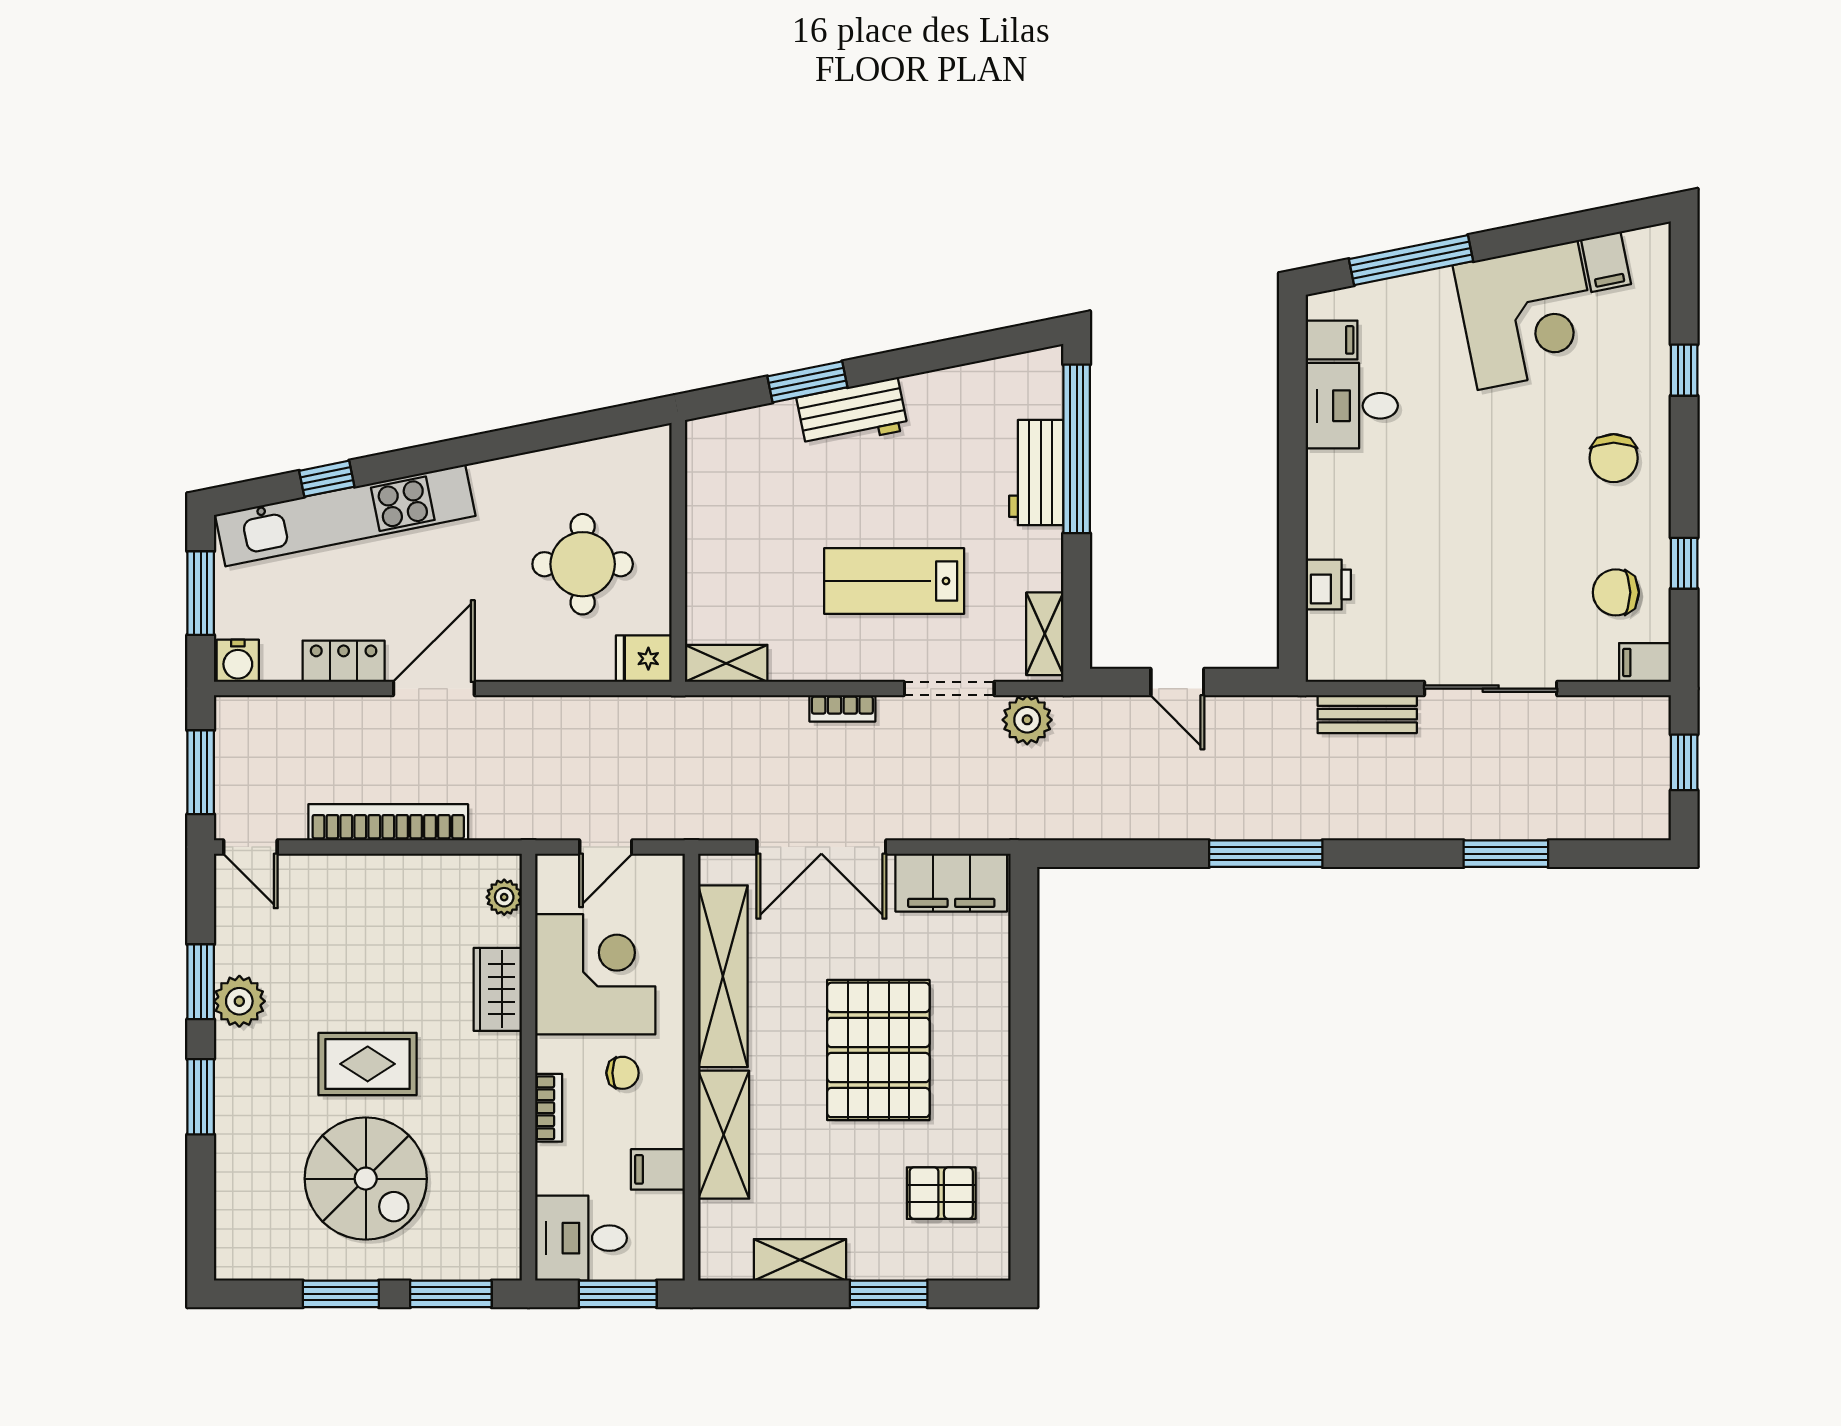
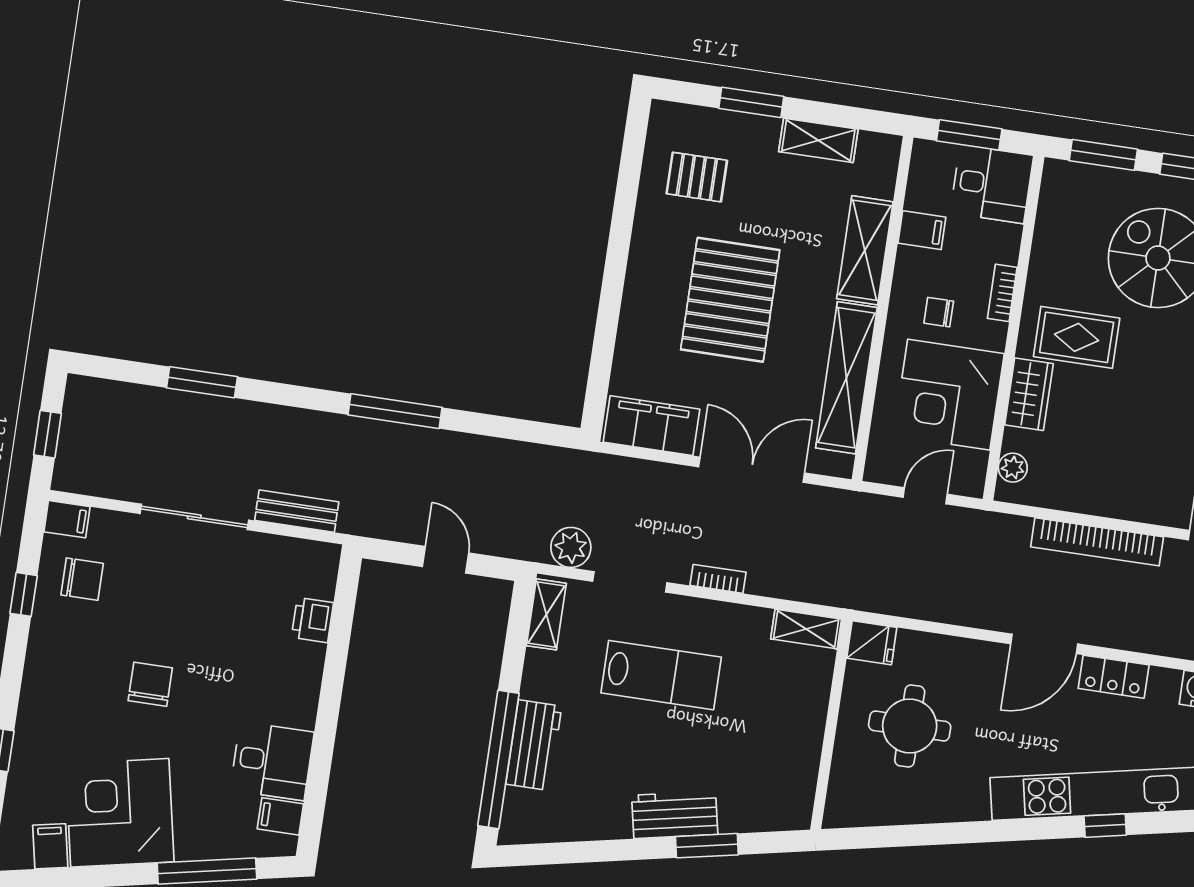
chair: (1614, 458) -> (150, 684), moved
rug: (368, 1064) -> (1077, 337), moved

